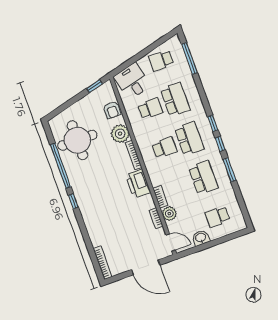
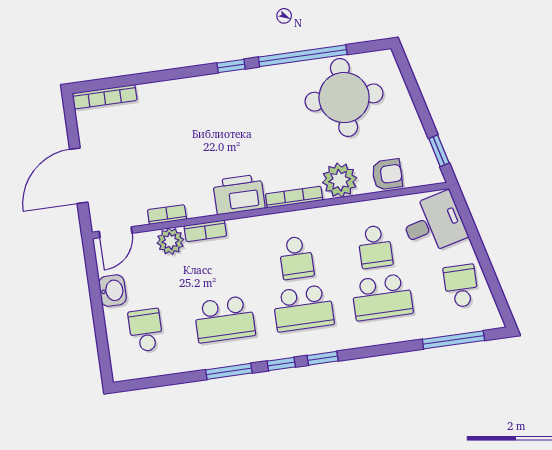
armchair: (112, 110) -> (387, 174), turned 180

